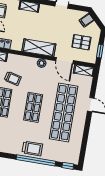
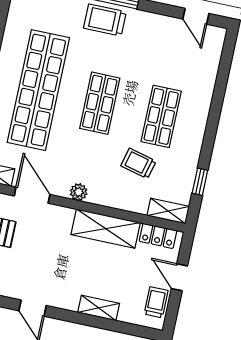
shelving: (39, 48) -> (106, 229), moved

